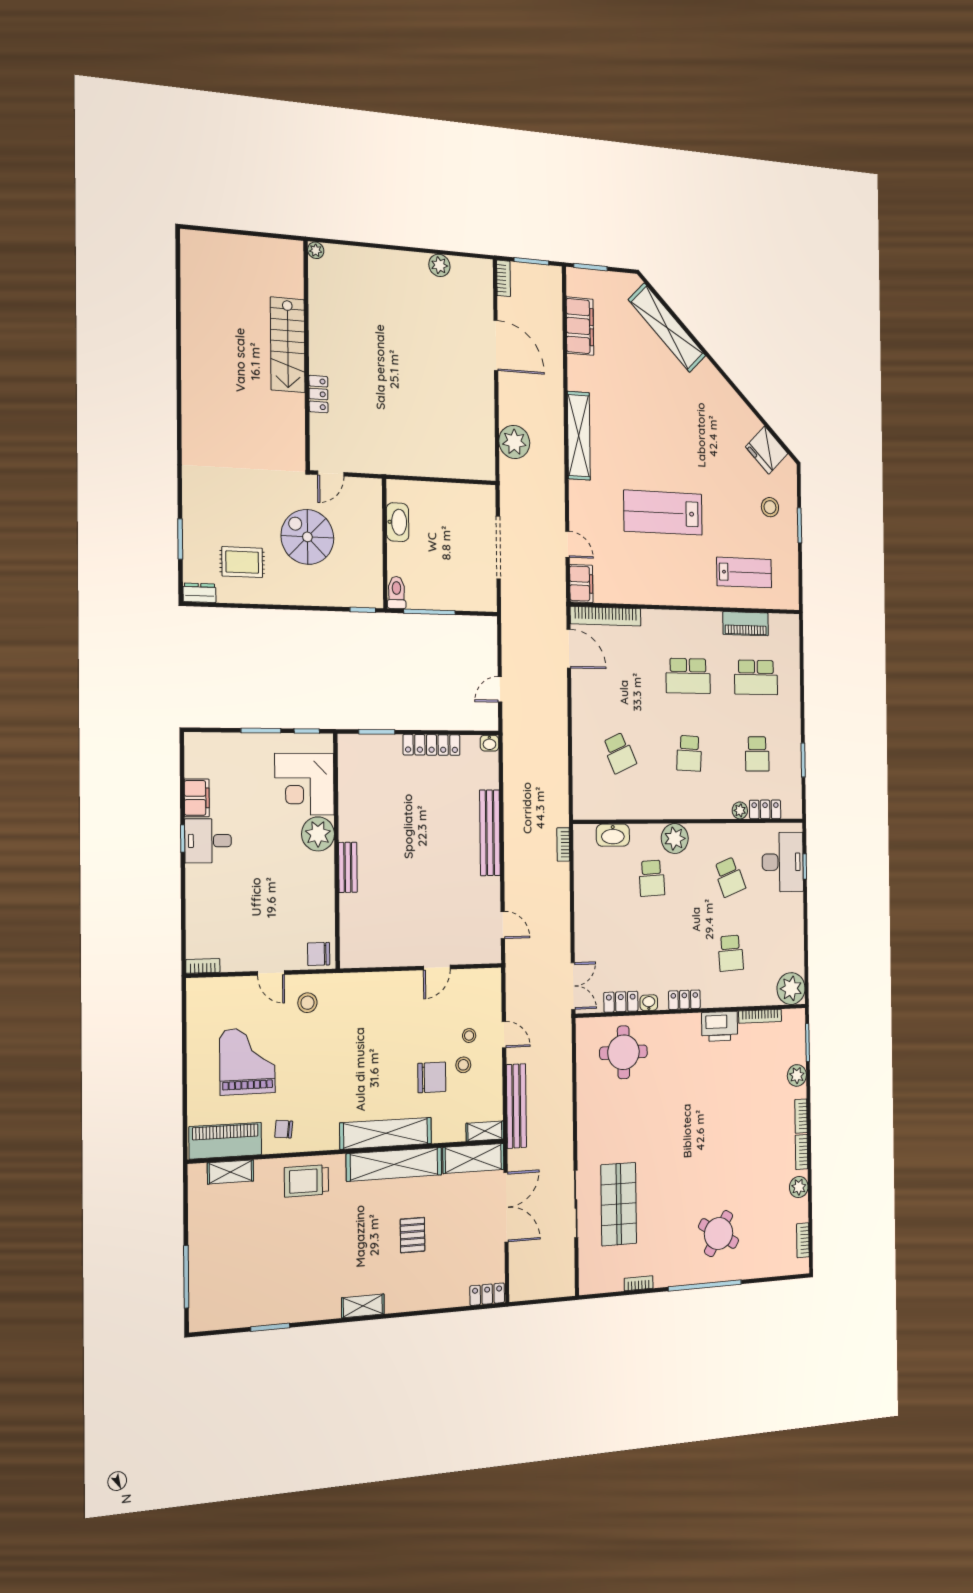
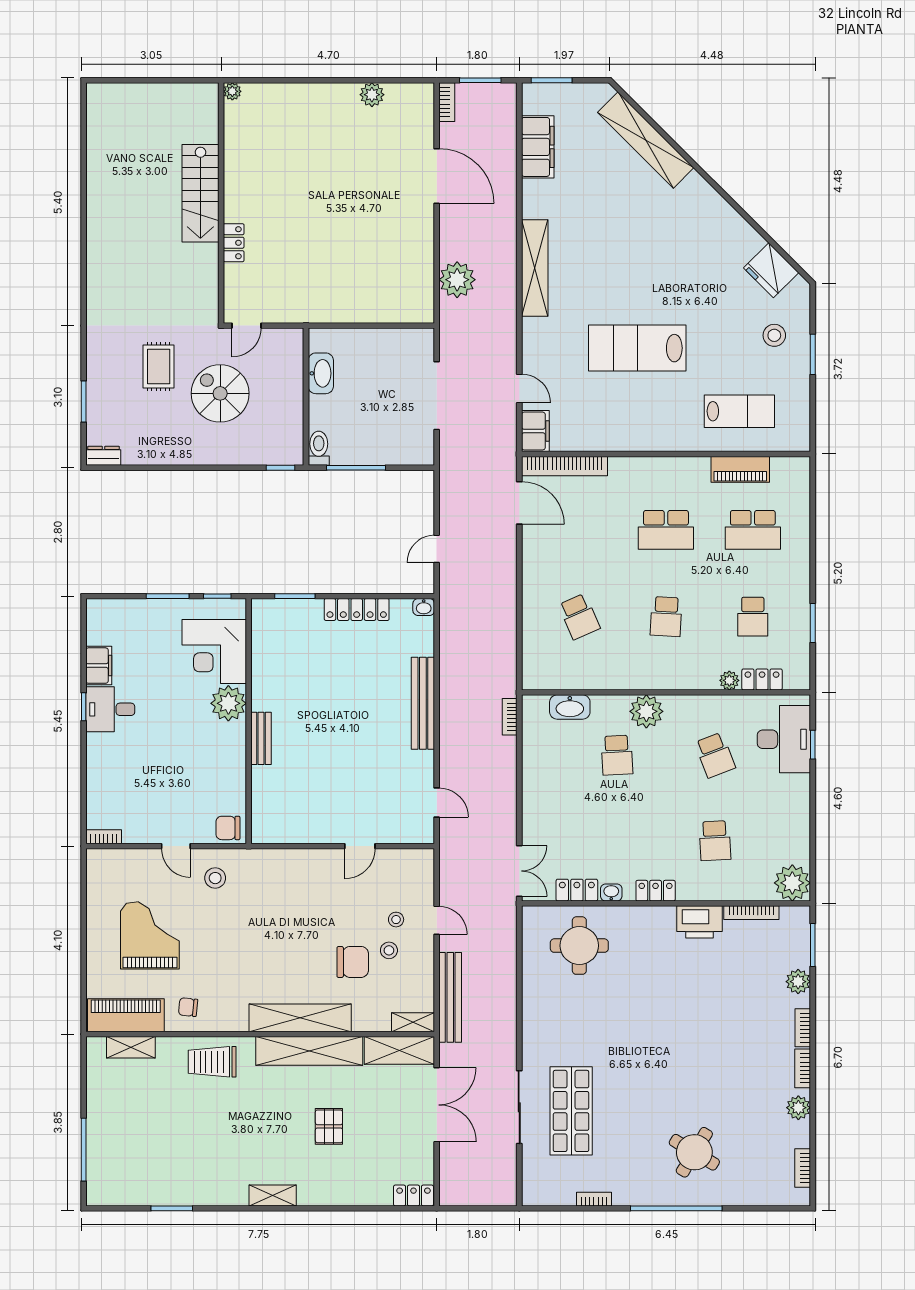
rug: (242, 562) -> (159, 367), moved, turned 90

